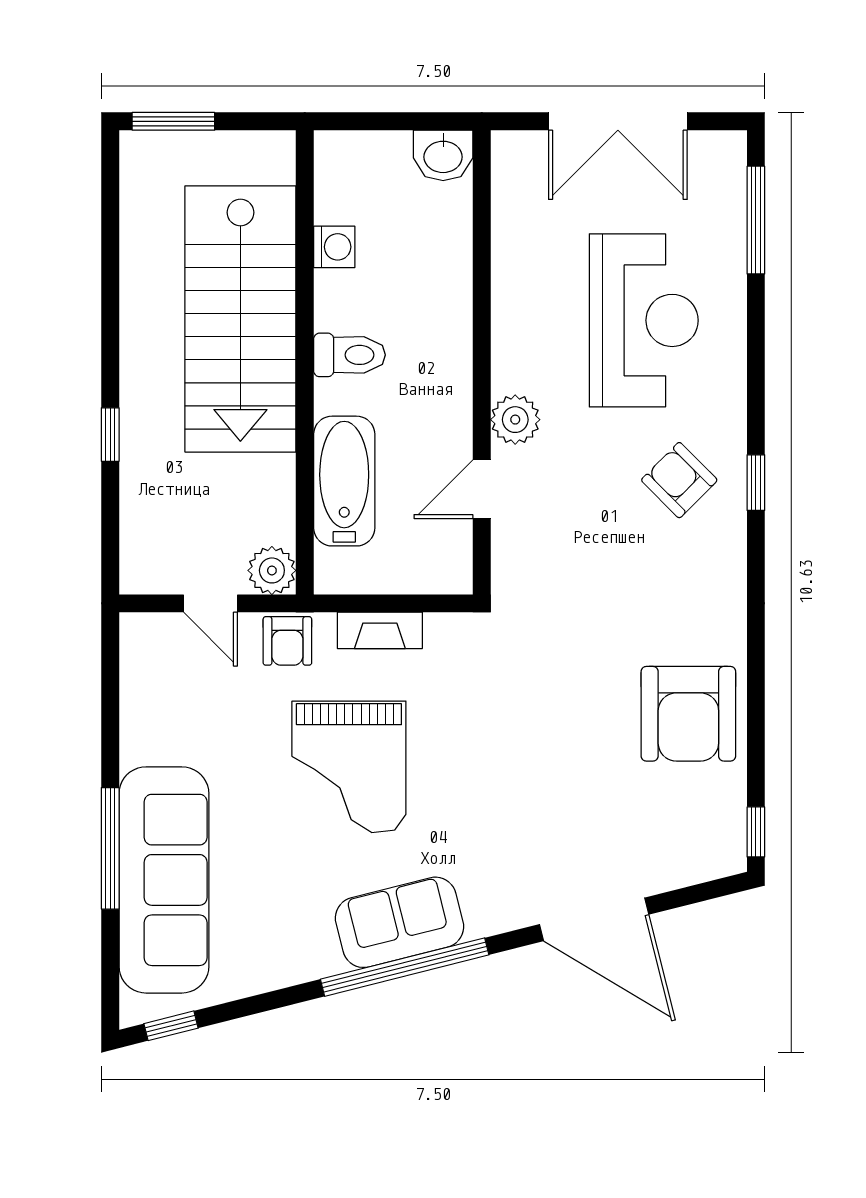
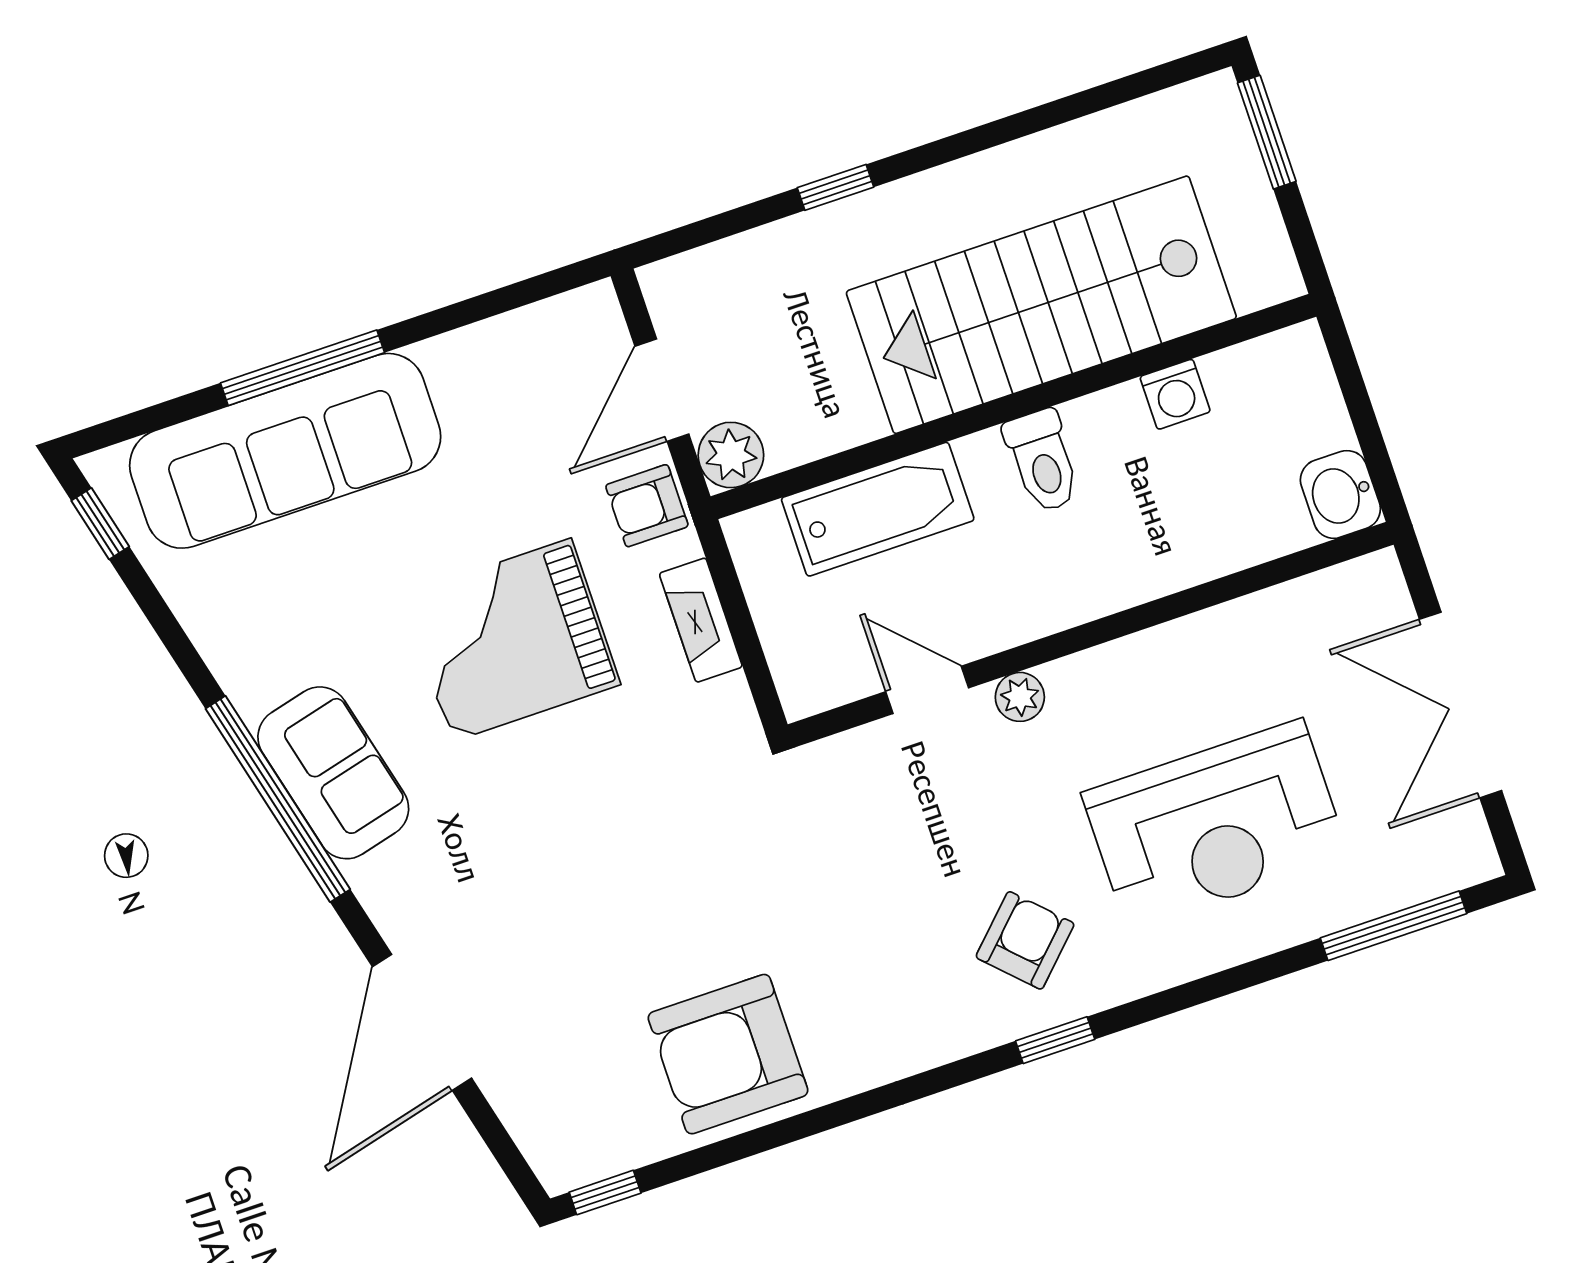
plant: (515, 420) -> (1020, 697), width x0.73, depth x0.73
door: (210, 603) -> (662, 390), width x1.38

